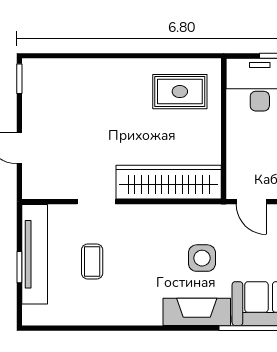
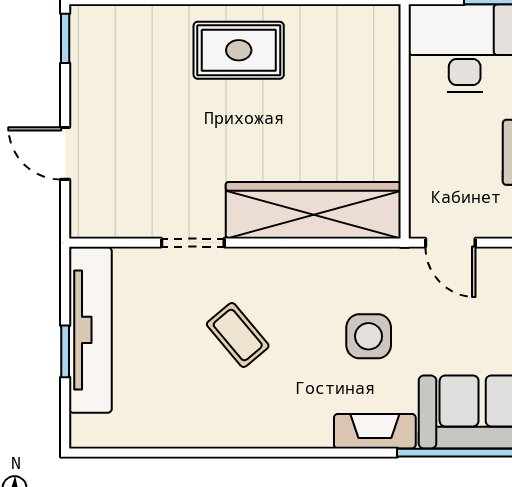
rug: (180, 92) -> (239, 50), moved
coffee table: (92, 262) -> (238, 335), moved, turned -40
fireplace: (197, 312) -> (375, 431), width x0.73, depth x0.76

